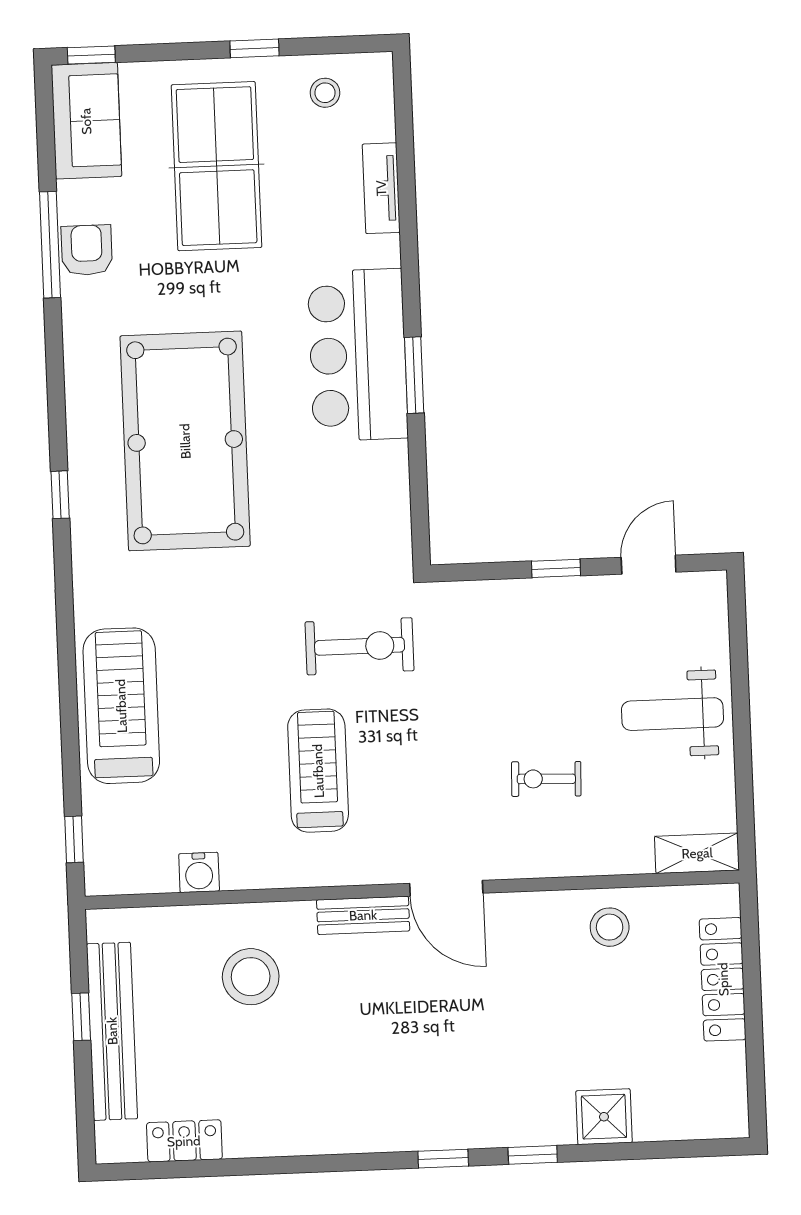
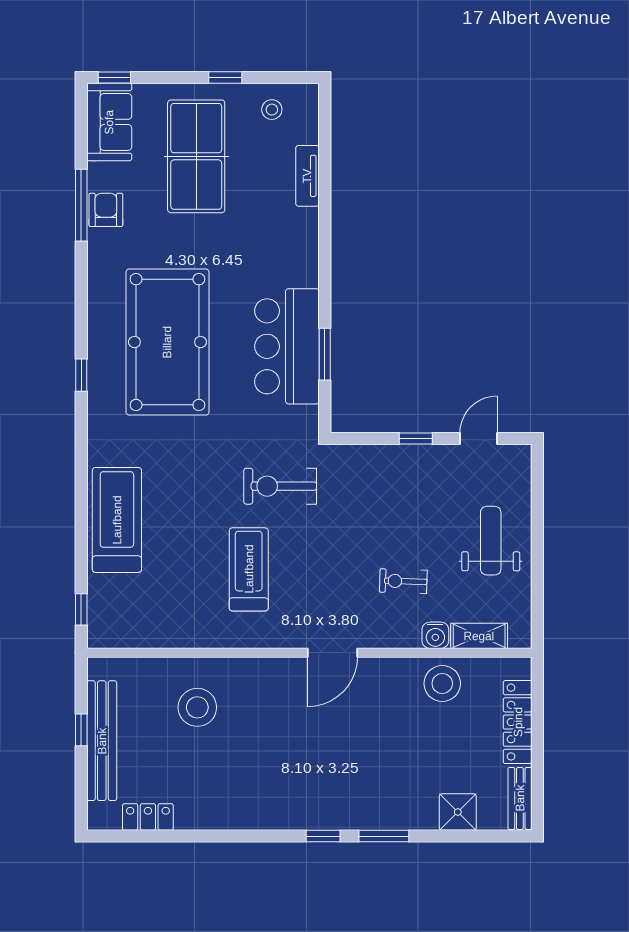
bar counter: (358, 355) -> (287, 346), moved
window: (414, 375) -> (325, 354), moved
exercise bike: (360, 646) -> (280, 486), turned 180
weight bench: (672, 714) -> (491, 541), turned 90
shelving: (697, 853) -> (479, 636), moved
water cooler: (199, 872) -> (435, 635), moved
door: (446, 888) -> (332, 653), hinge flipped
bench: (363, 915) -> (520, 798), moved, turned 90
stool: (610, 927) -> (442, 684), width x1.38, depth x1.38
shower: (604, 1117) -> (458, 812), moved
window: (533, 1155) -> (384, 836), width x1.50

